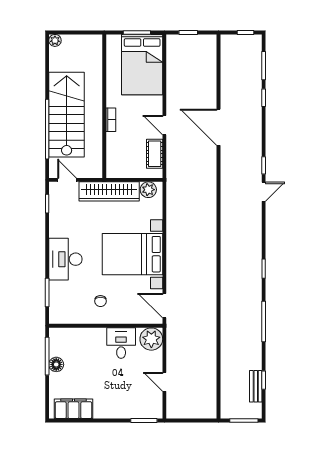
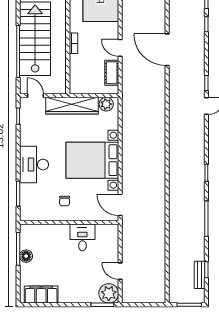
plant: (151, 339) -> (109, 293), moved

